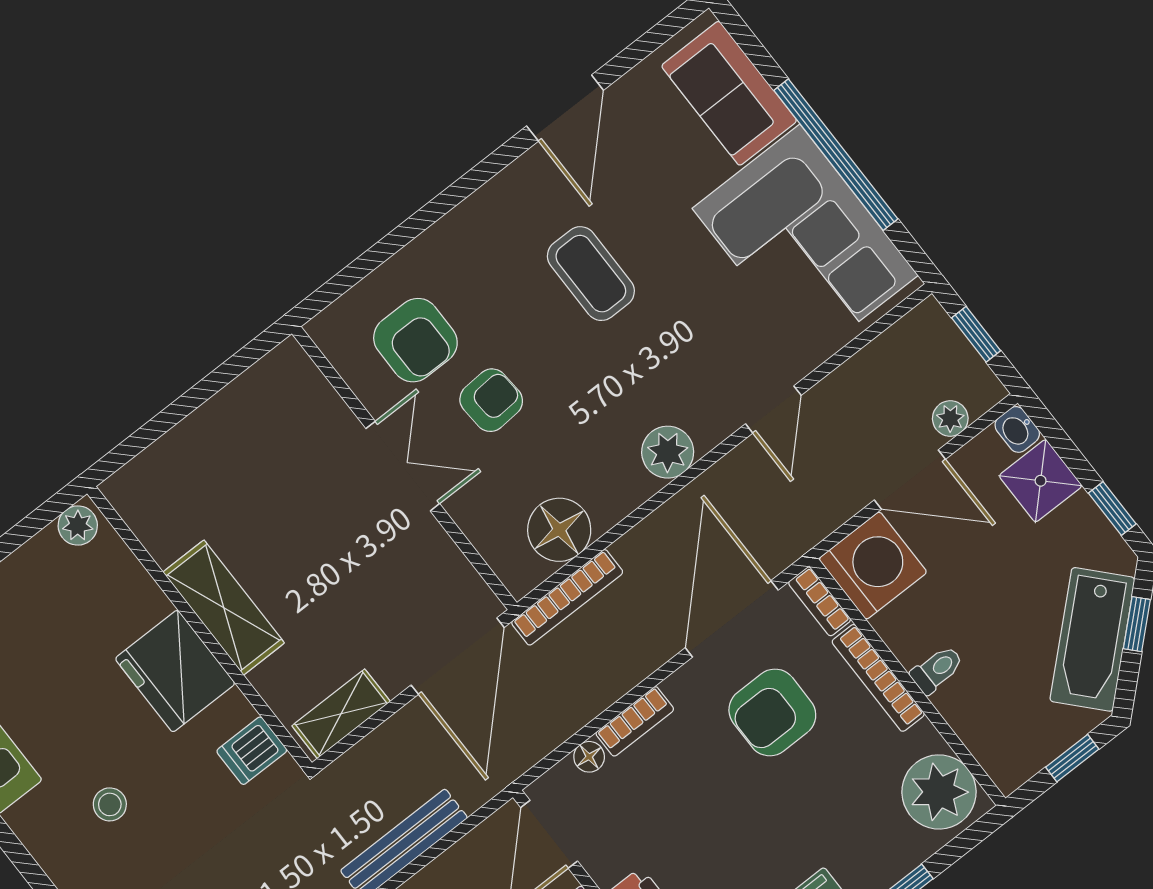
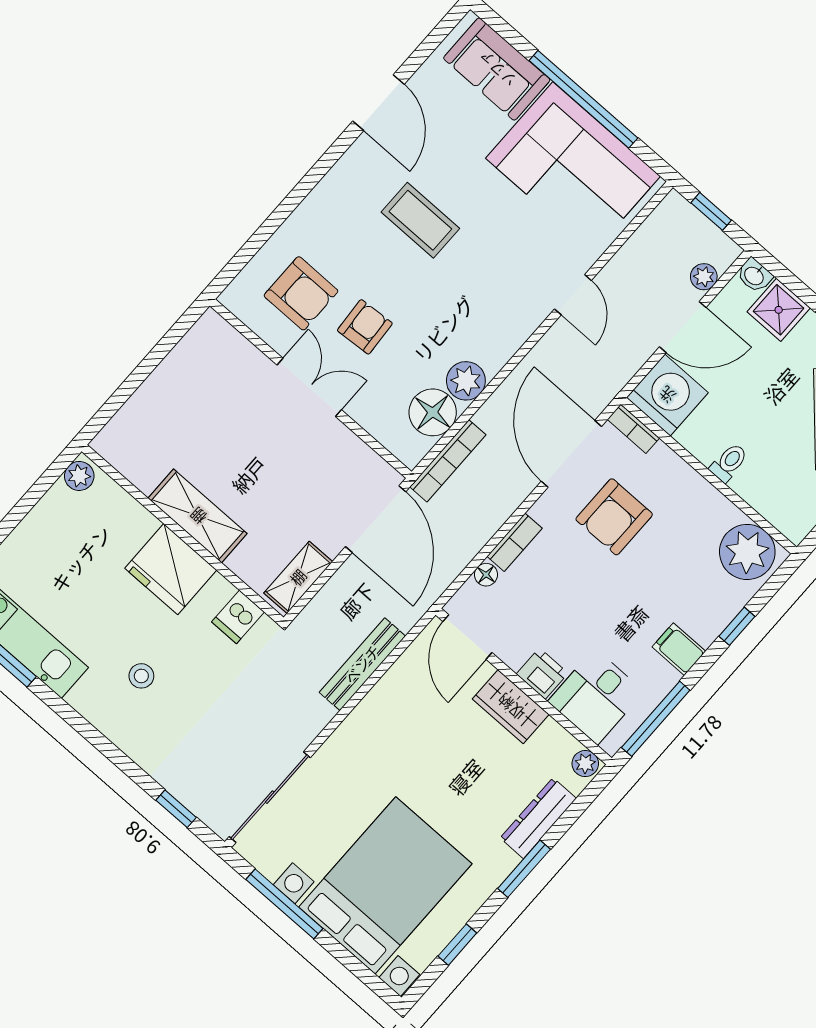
plant: (668, 452) -> (466, 381), moved
bookcase: (878, 678) -> (687, 477), removed

